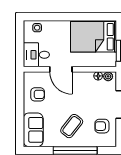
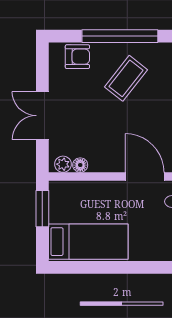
bed: (94, 37) -> (88, 242), width x0.67
armchair: (102, 126) -> (77, 57), moved

